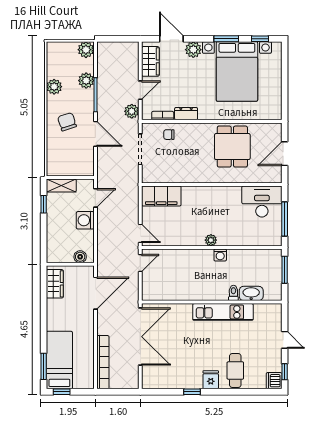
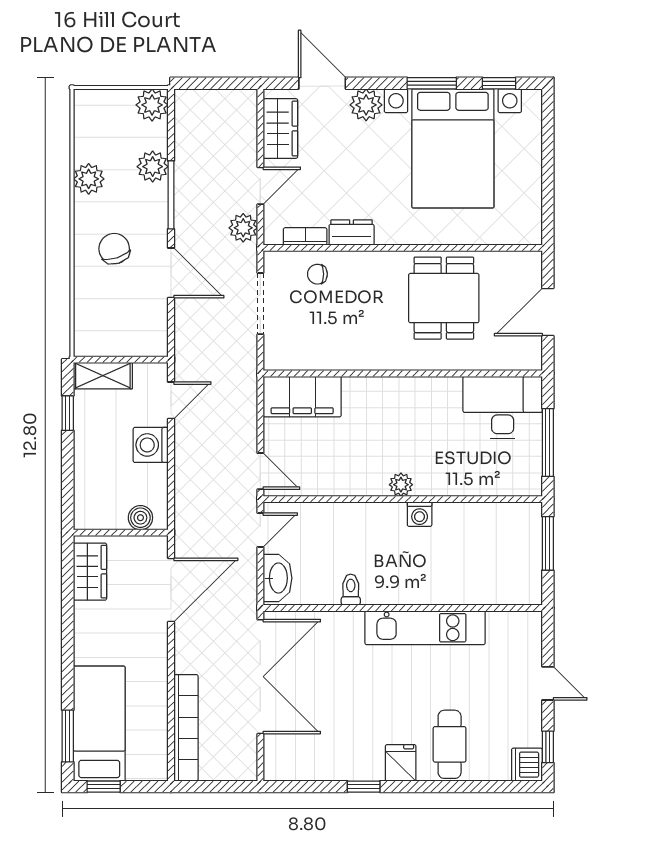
toilet: (233, 293) -> (351, 590), moved
washbasin: (251, 293) -> (278, 578), moved, turned 90

